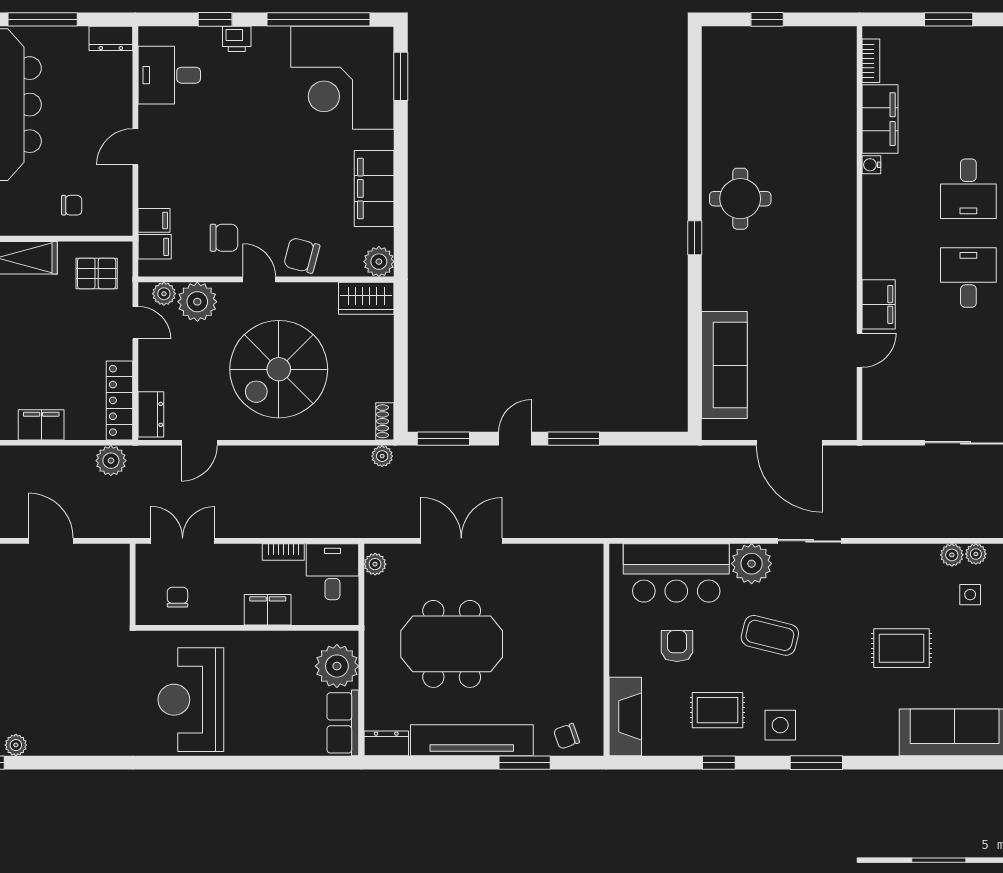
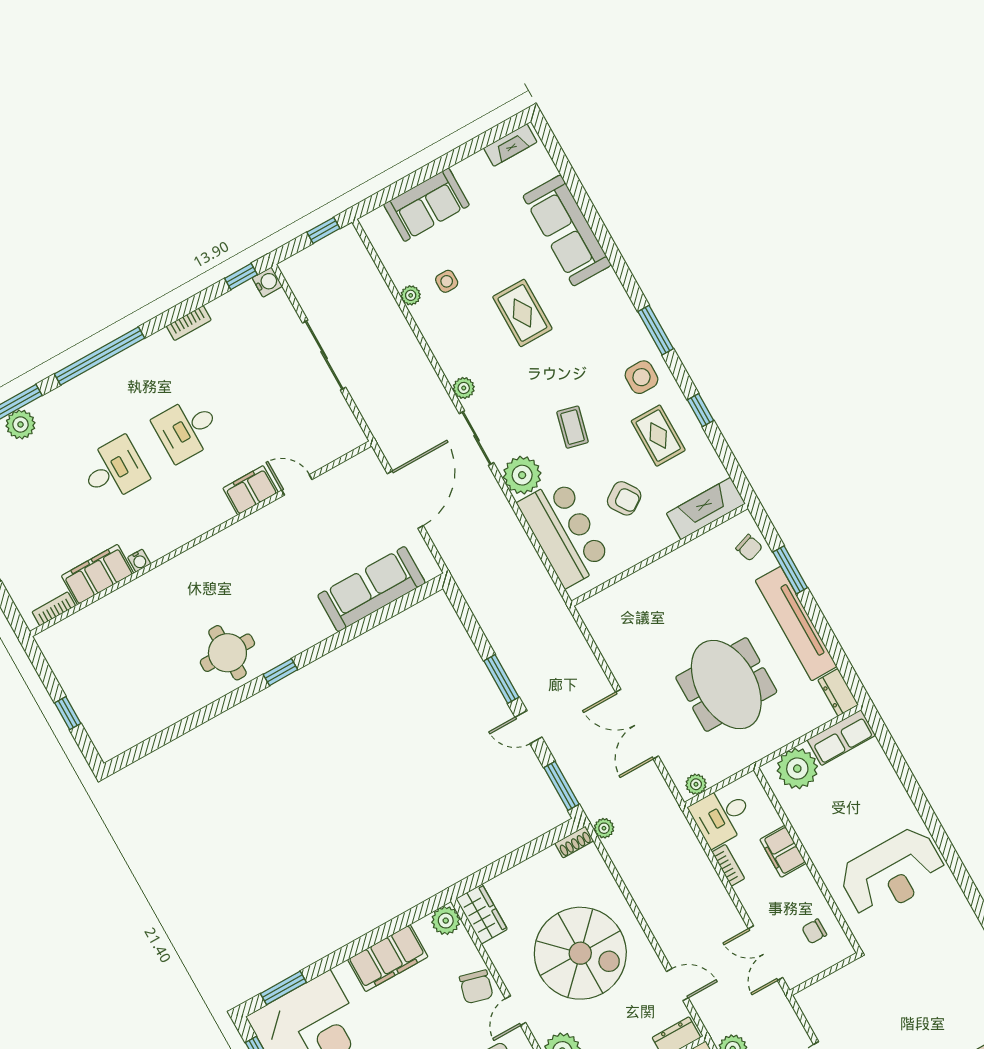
plant: (952, 555) -> (464, 388), moved
coffee table: (770, 635) -> (573, 427), width x0.73, depth x0.77
armchair: (677, 646) -> (624, 498), turned -124

